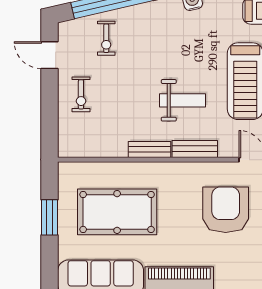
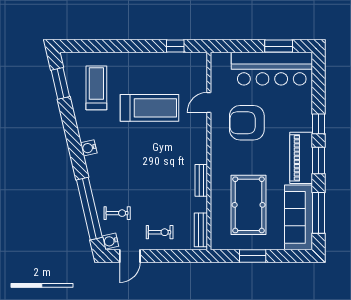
water cooler: (69, 29) -> (110, 241), added
weight bench: (182, 100) -> (164, 155), removed
bench: (195, 149) -> (201, 230), moved

